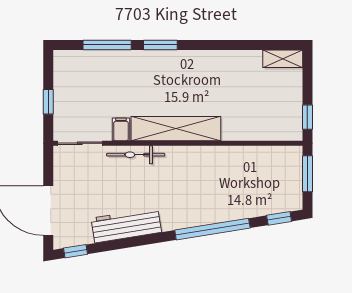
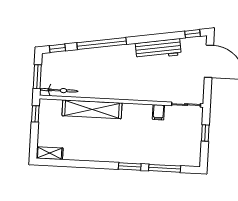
shelving: (176, 129) -> (92, 109), moved
bicycle: (136, 155) -> (59, 90), moved

